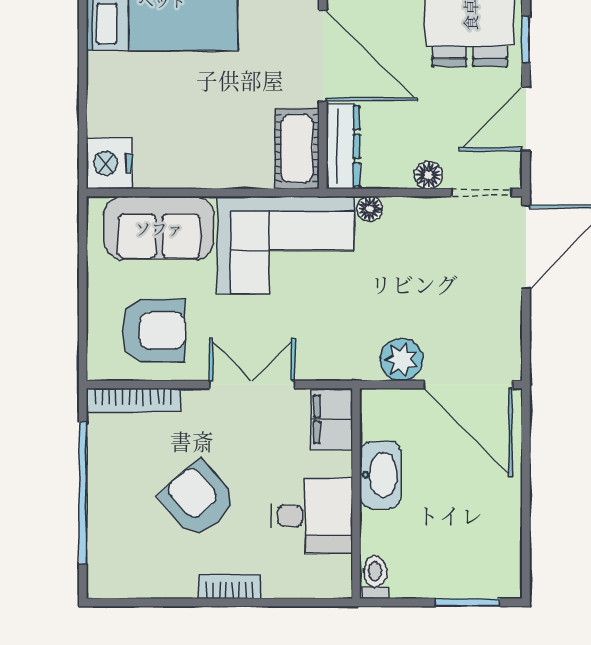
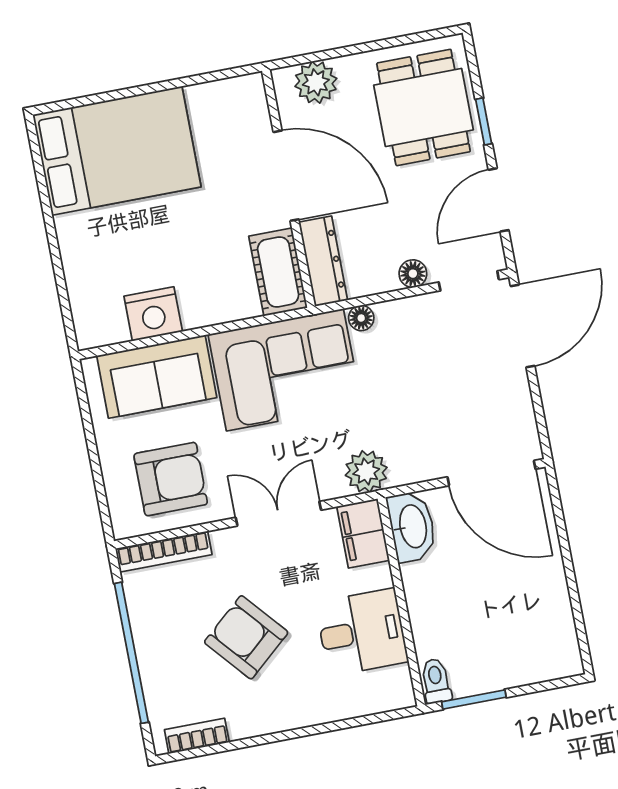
nightstand: (109, 163) -> (153, 314), moved, turned -90
plant: (402, 360) -> (366, 471), moved
washbasin: (380, 475) -> (412, 527), moved
bookcase: (230, 586) -> (197, 736), moved
window: (468, 602) -> (474, 699), moved

